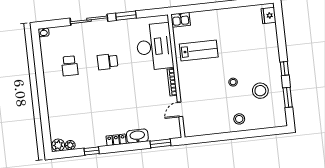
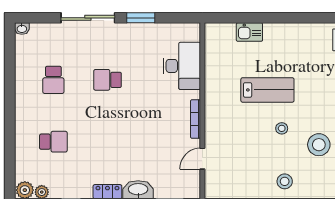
kitchen sink: (181, 20) -> (249, 32), moved
desk: (154, 47) -> (182, 66), width x0.73, depth x0.77
lab bench: (199, 51) -> (267, 90), moved
school desk: (74, 109) -> (53, 142), added

